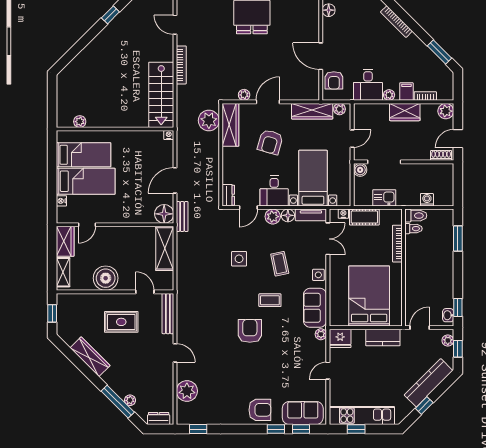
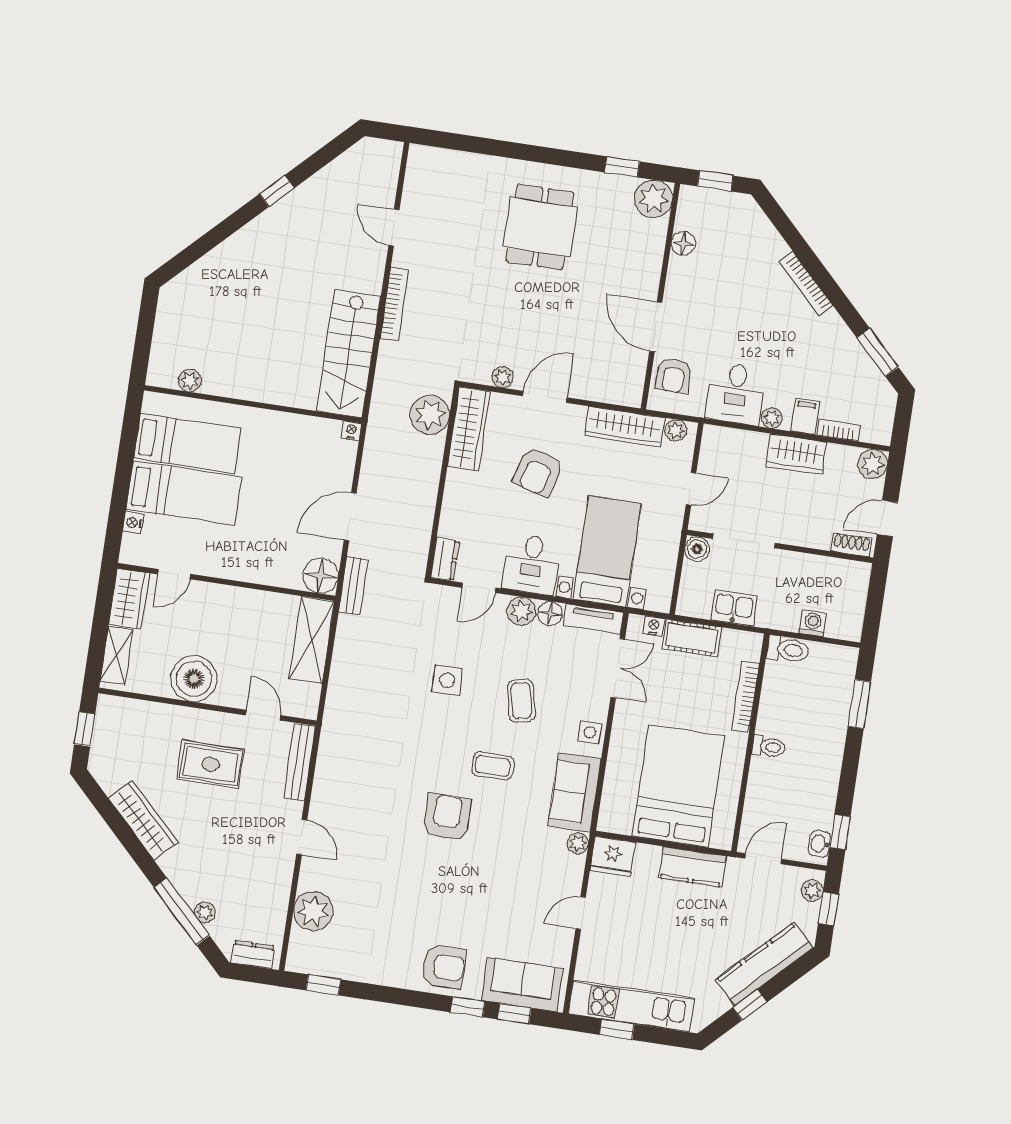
toilet: (414, 229) -> (769, 747), moved

